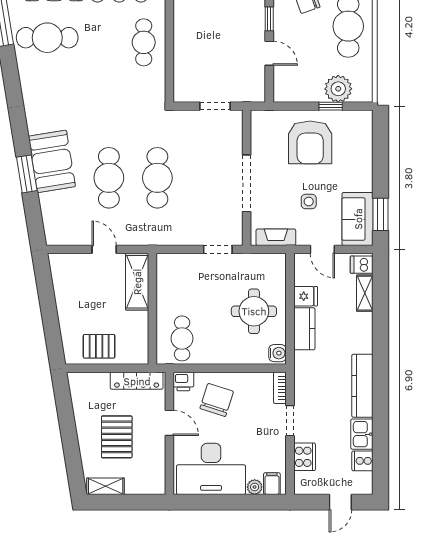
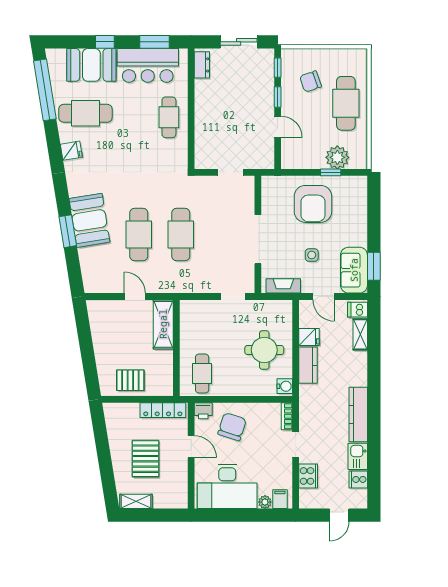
fridge: (31, 81) -> (71, 151), added

